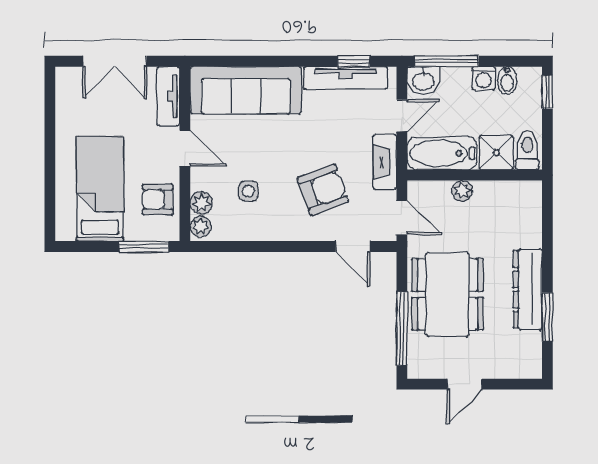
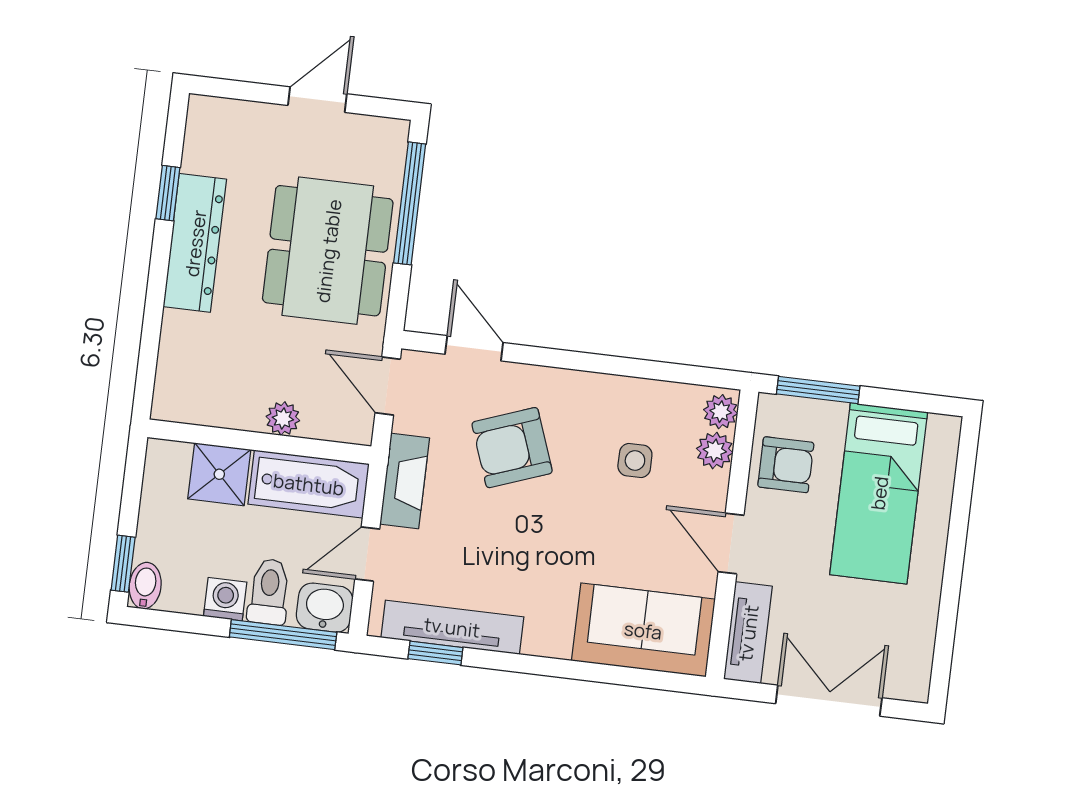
bidet: (507, 81) -> (145, 586), moved
sofa: (246, 90) -> (643, 630), width x0.73
toilet: (527, 150) -> (269, 592), moved, turned 180
window: (547, 317) -> (168, 193), width x0.67

